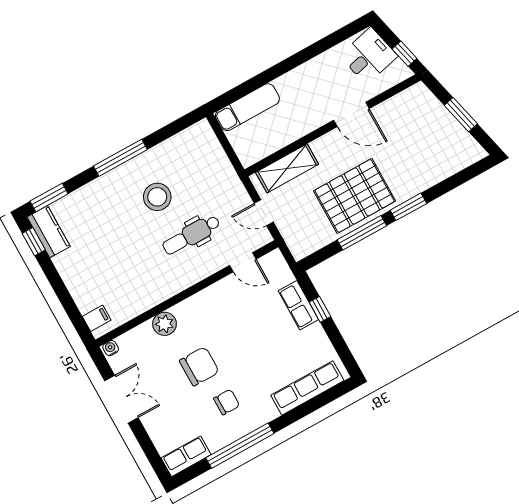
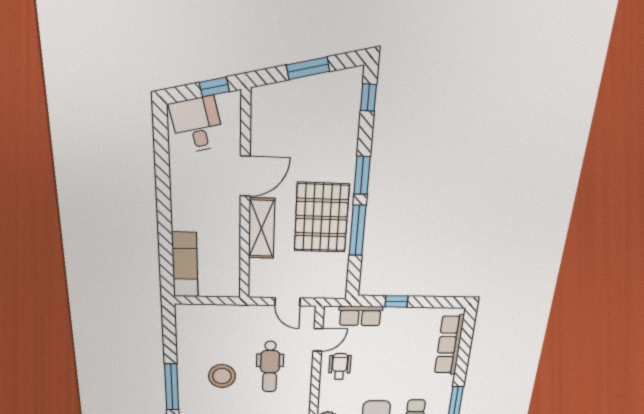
shelving: (287, 168) -> (261, 228), moved
window: (469, 173) -> (368, 97), added
door: (264, 213) -> (287, 302), hinge flipped
wheelchair: (228, 299) -> (340, 366), added
row of seats: (298, 305) -> (360, 316), moved

